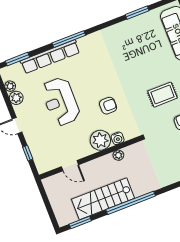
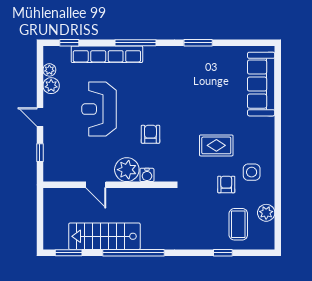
window: (137, 13) -> (198, 43), moved
window: (17, 59) -> (69, 43), width x0.67
armchair: (108, 106) -> (150, 134), turned -90
plant: (118, 155) -> (141, 194), removed
door: (70, 166) -> (96, 185), moved

